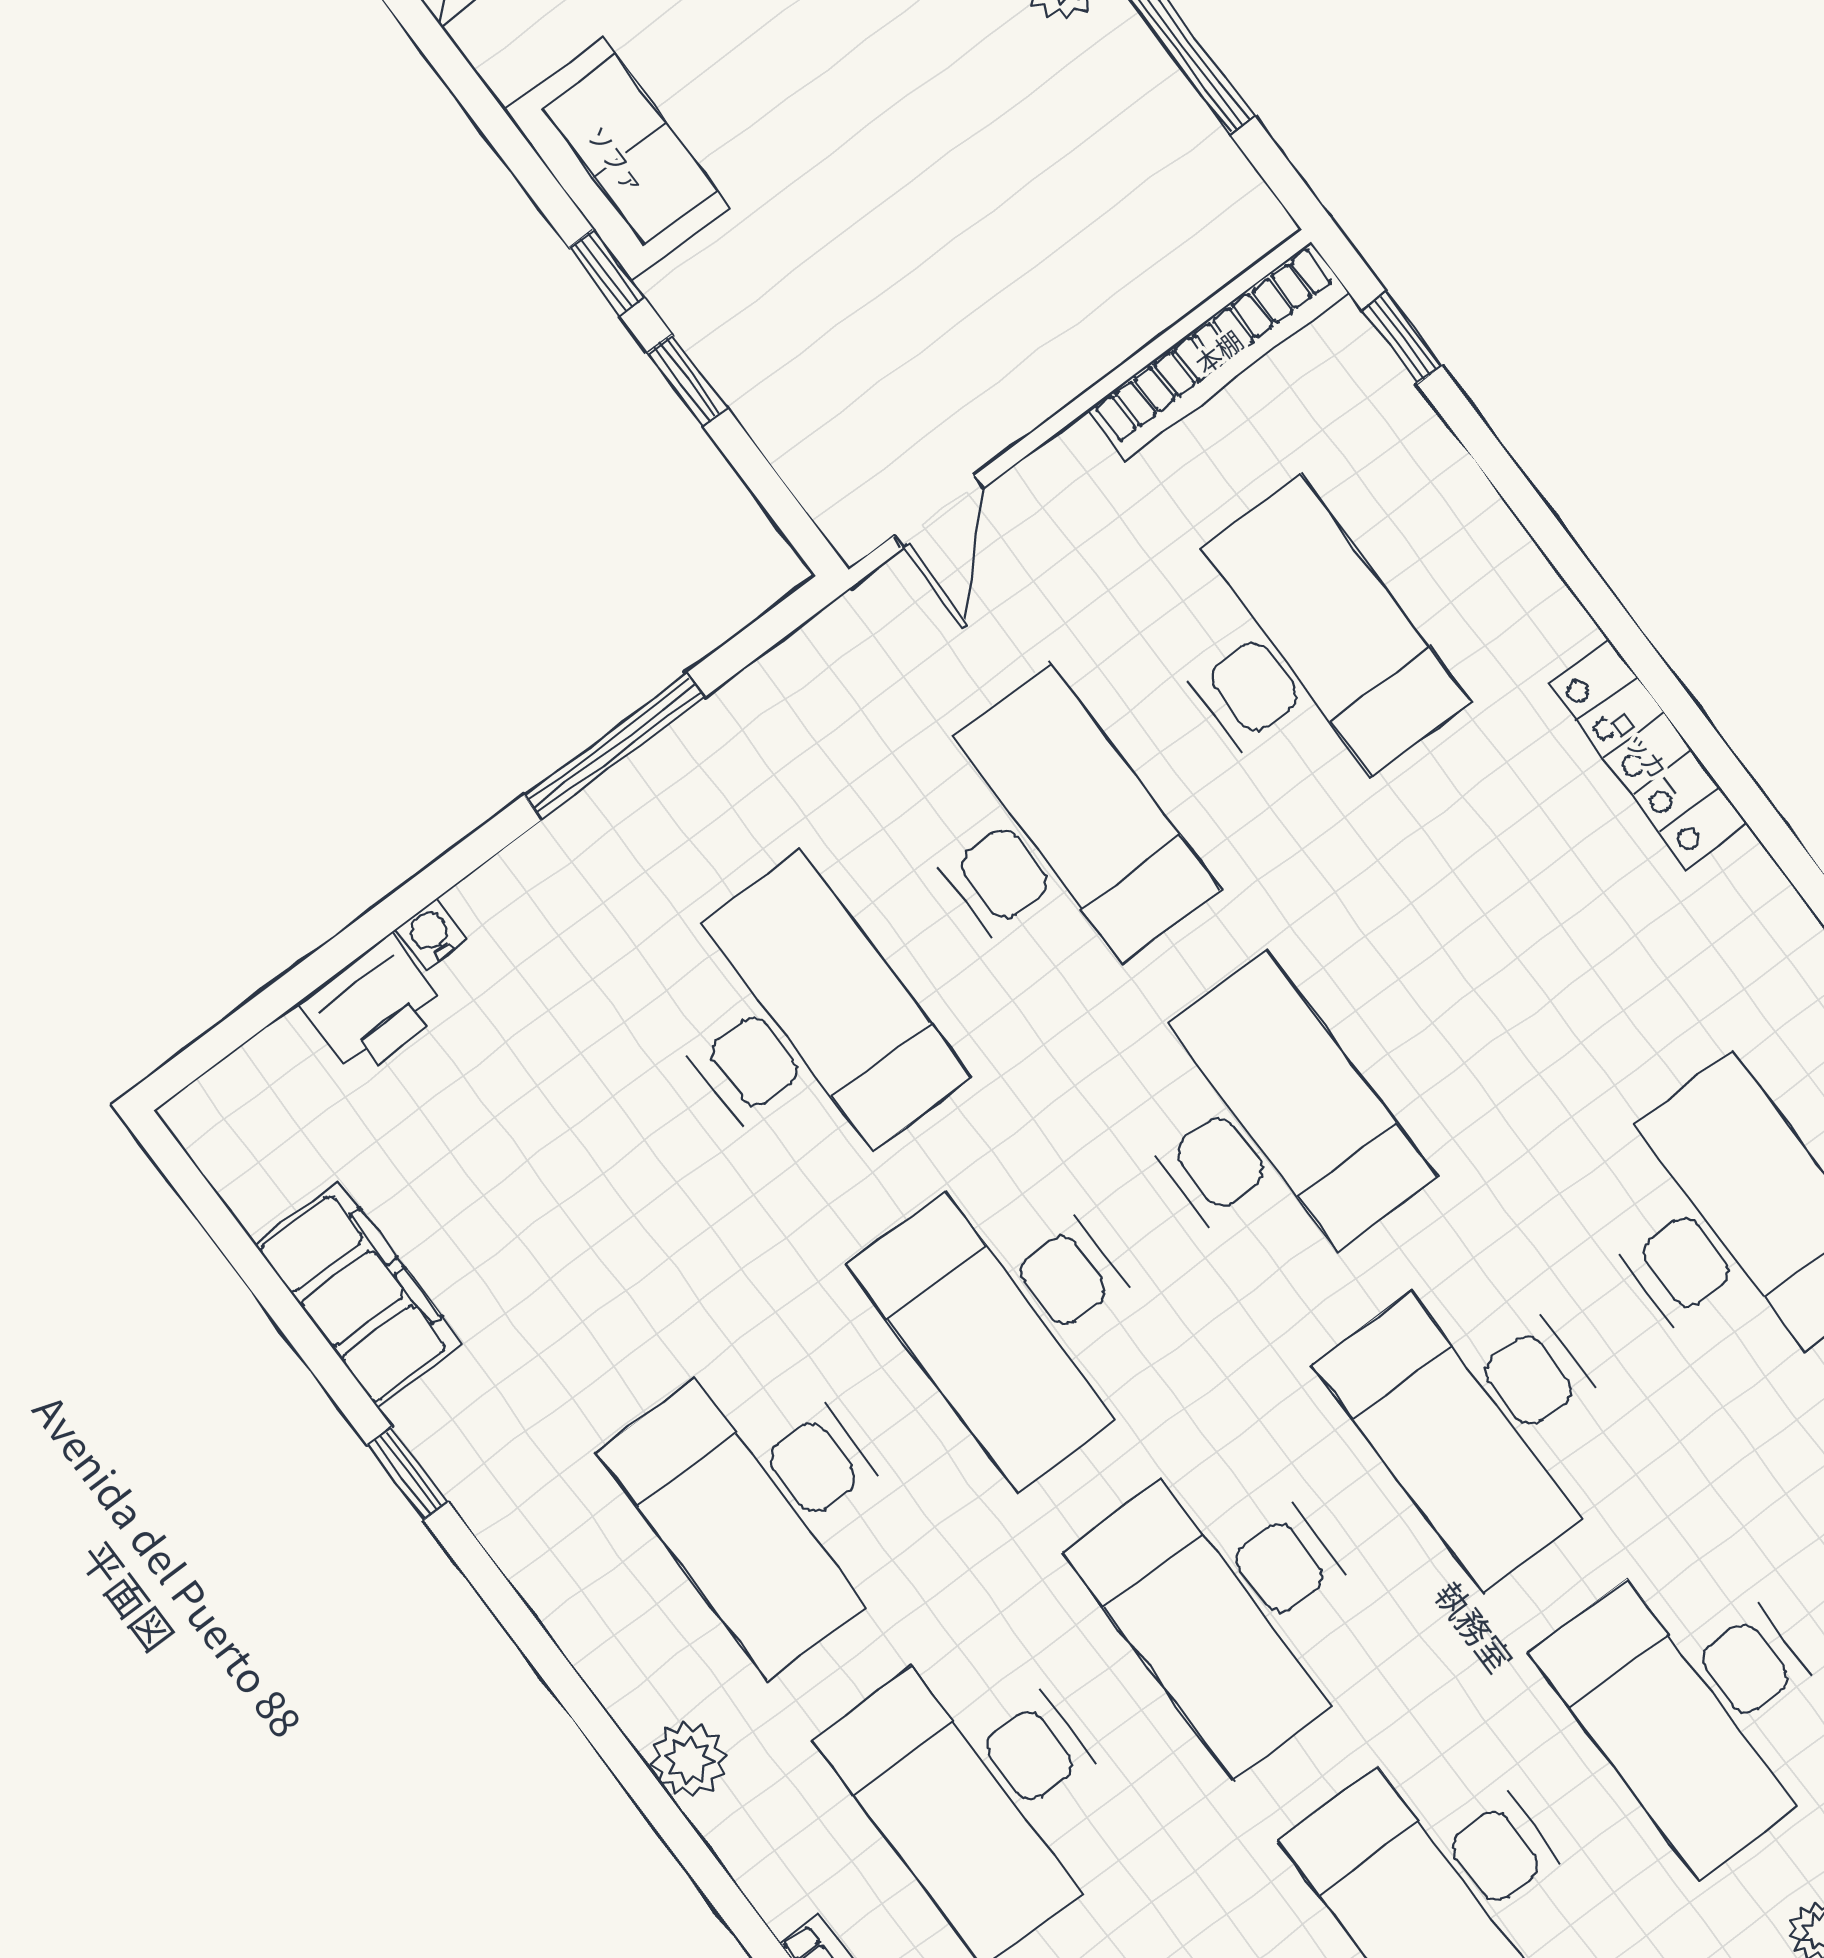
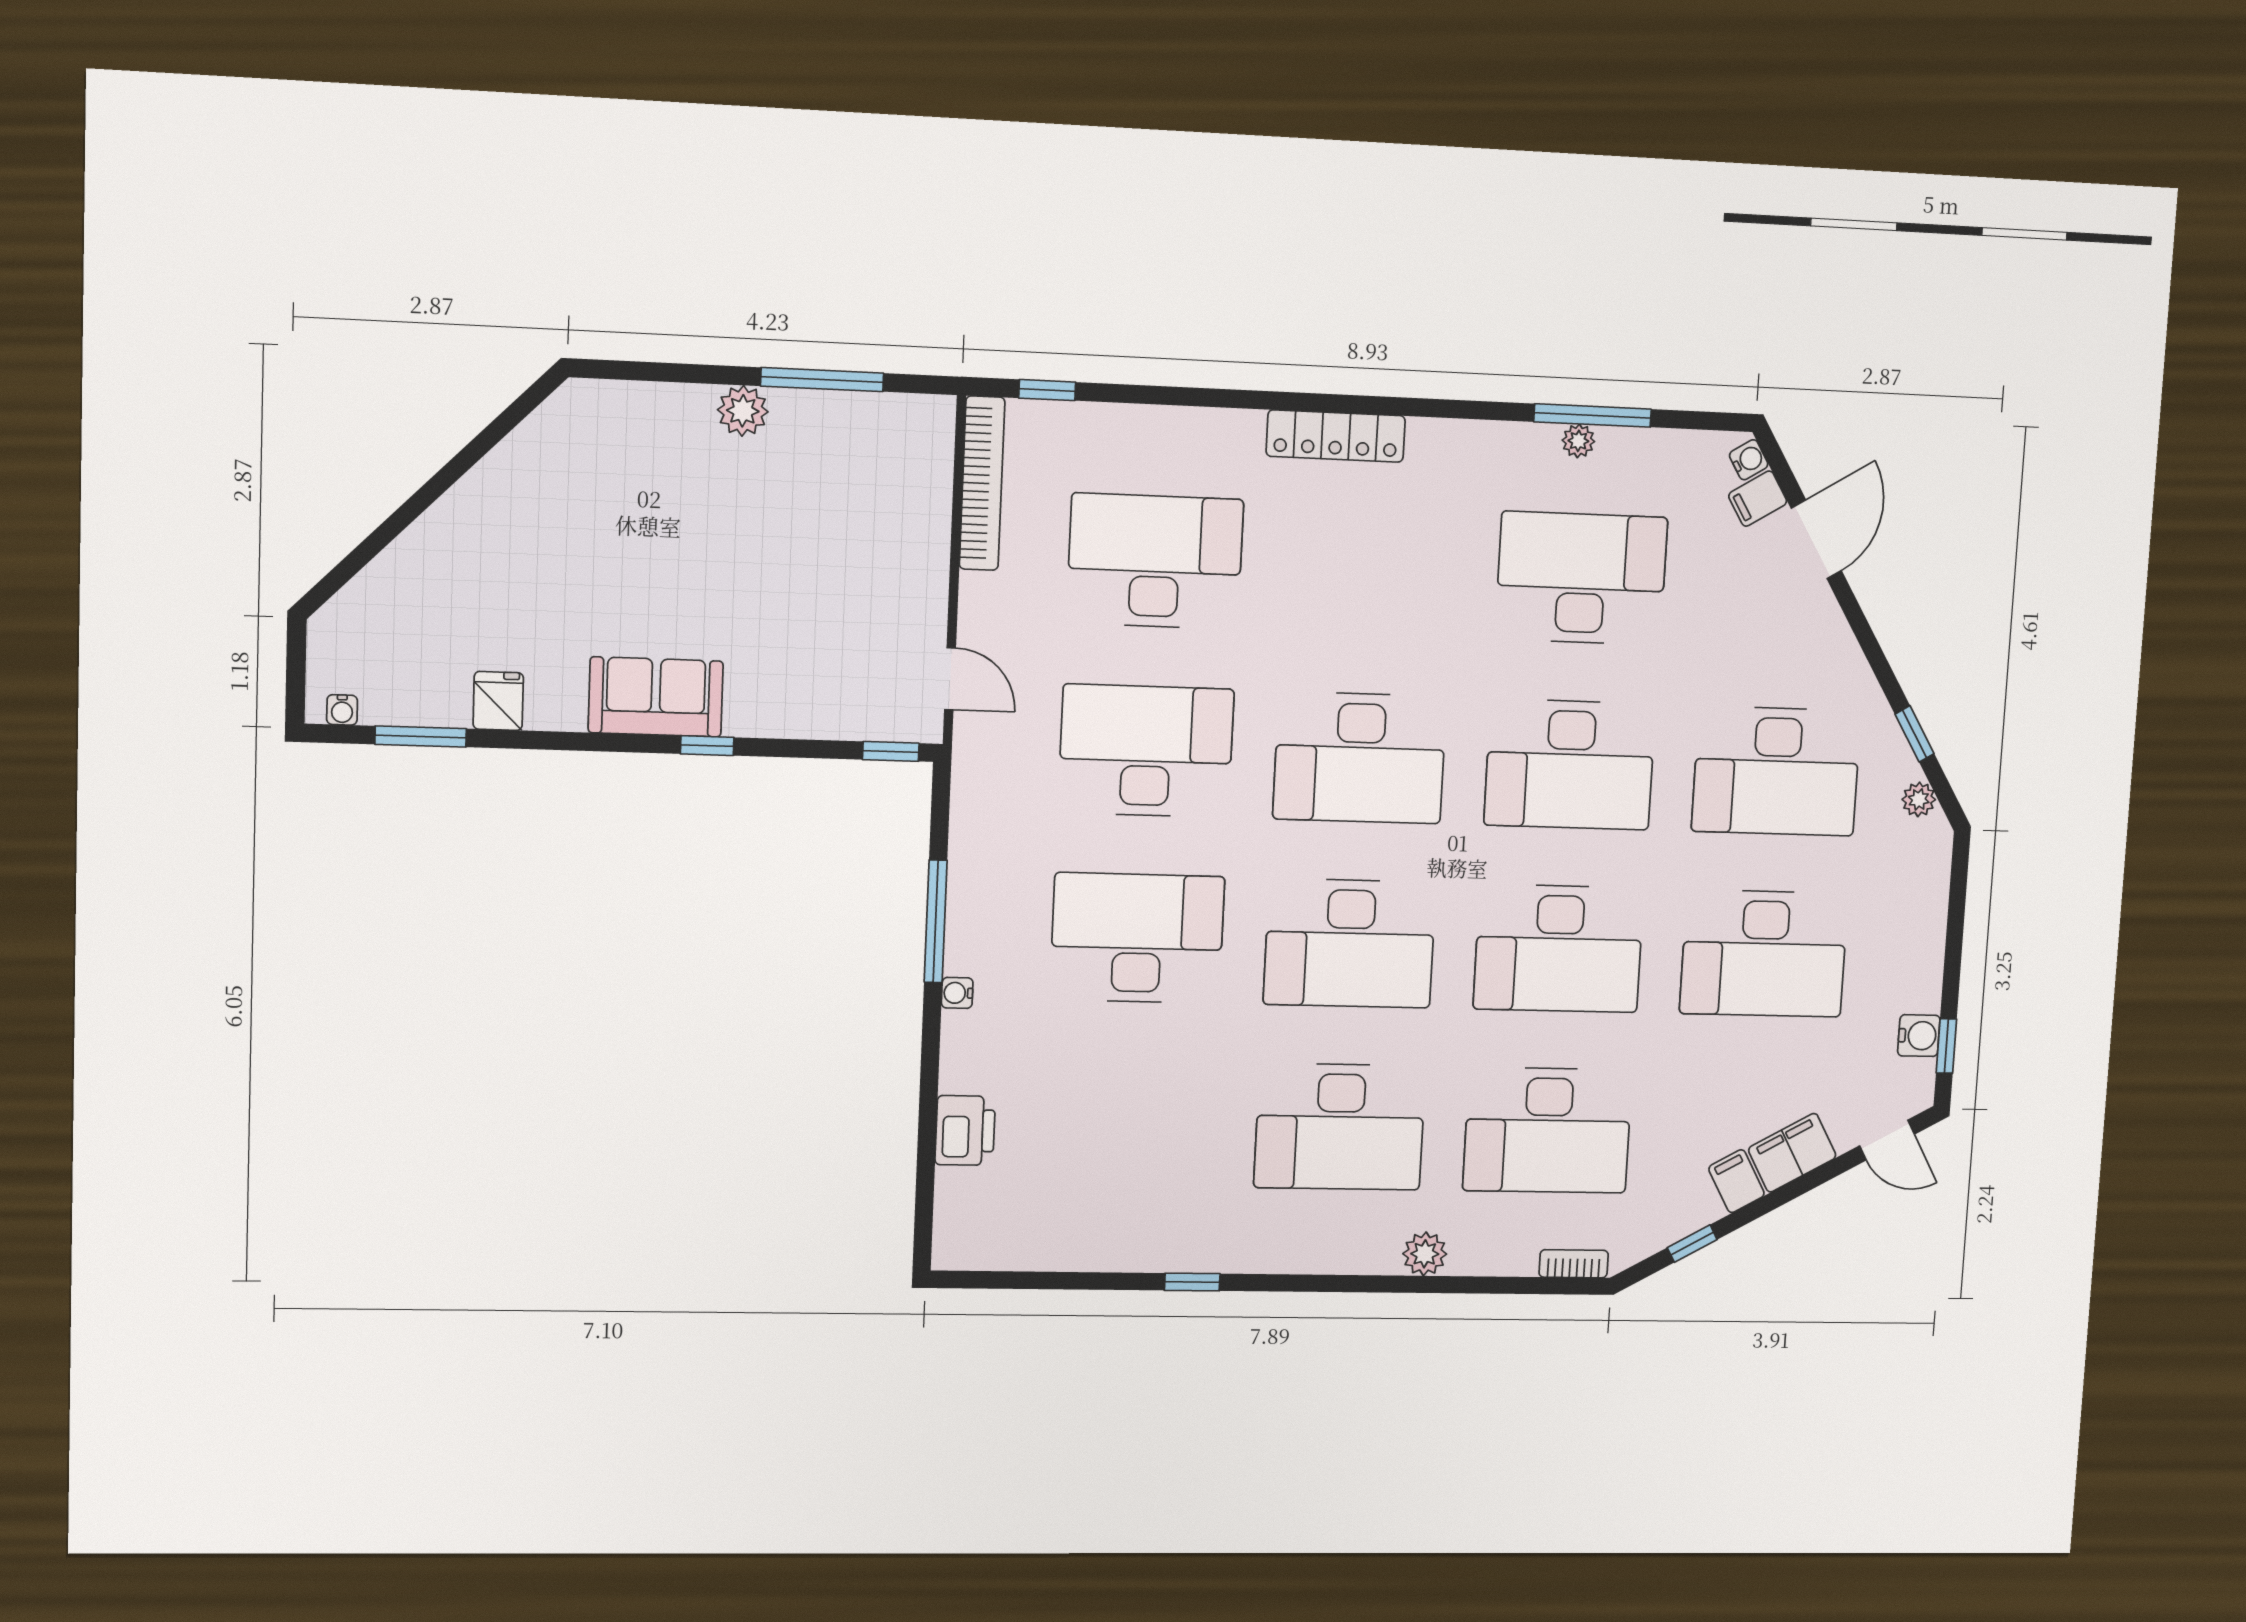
window: (687, 380) -> (891, 751), moved
water cooler: (431, 934) -> (957, 993), moved
desk: (1266, 1127) -> (1360, 758), turned 180
filing cabinet: (358, 1294) -> (1092, 1241), removed

